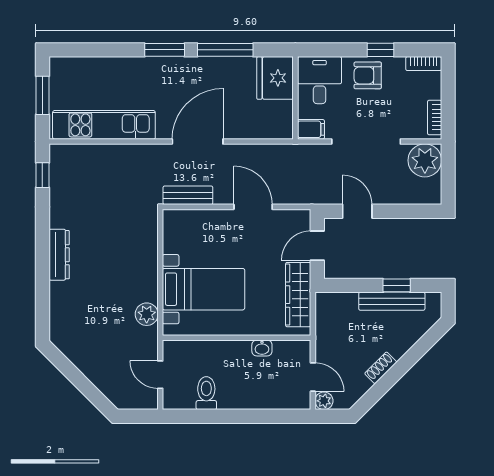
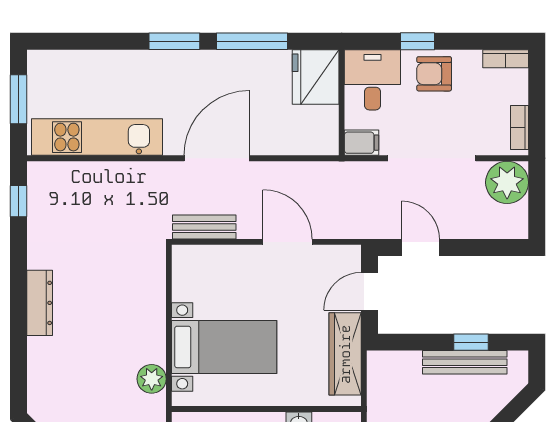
window: (380, 50) -> (417, 41), moved

